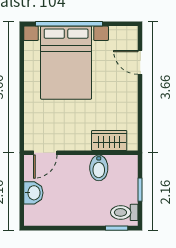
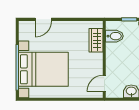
door: (45, 153) -> (104, 83), swing flipped
bidet: (99, 168) -> (114, 36), moved

